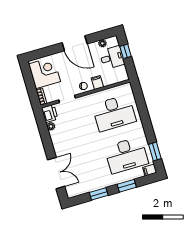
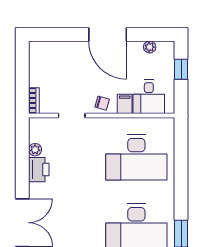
desk: (112, 58) -> (149, 97), moved, turned 90
corner desk: (45, 73) -> (49, 66), removed
printer: (50, 113) -> (39, 170), moved

